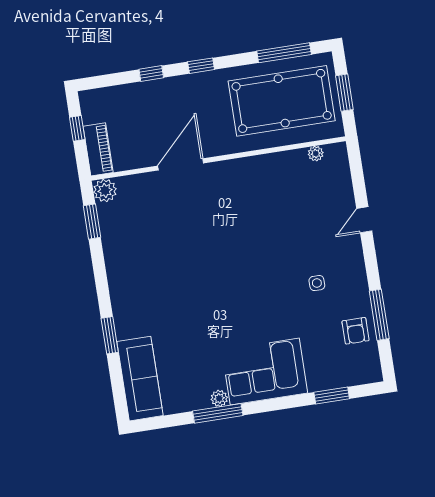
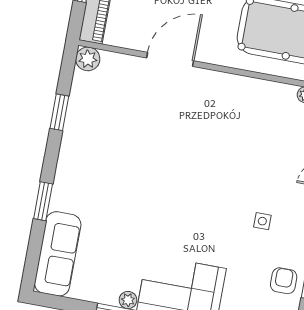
window: (92, 222) -> (59, 112), moved
armchair: (356, 331) -> (284, 281), turned 180

